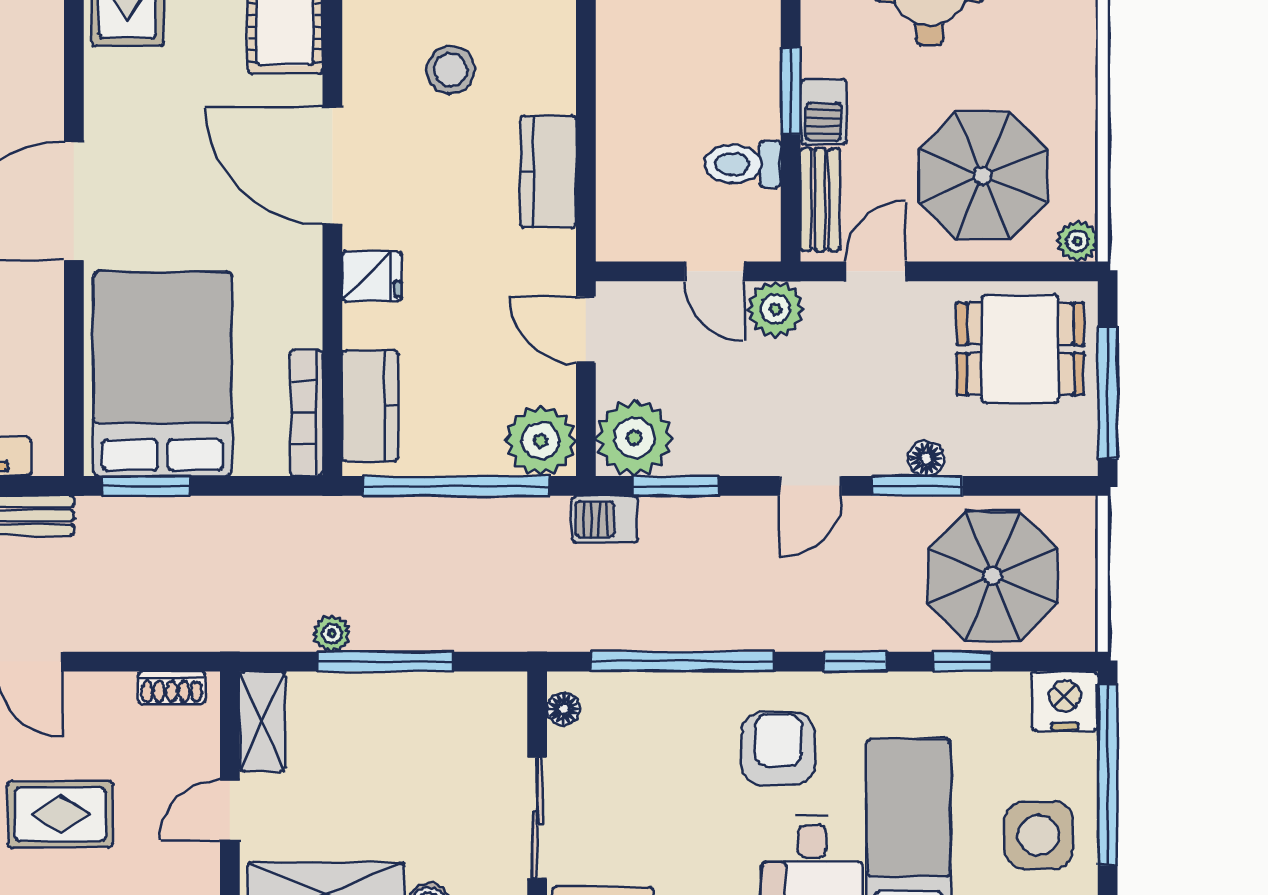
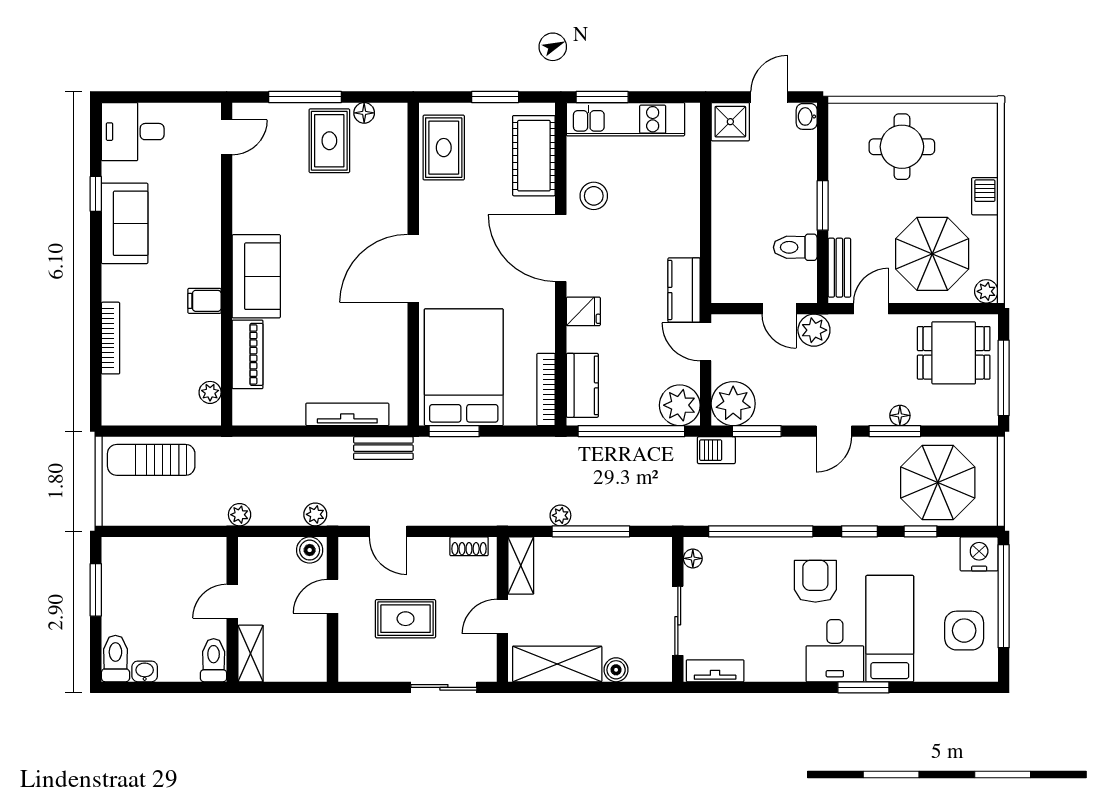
stool: (451, 70) -> (594, 196), moved
barbecue: (824, 112) -> (985, 196), moved, turned 180
kitchen counter: (548, 172) -> (684, 290), moved

